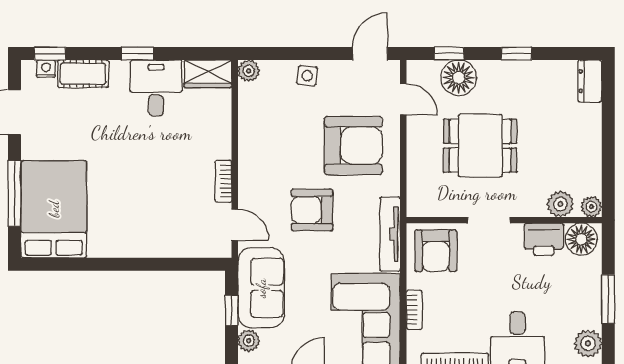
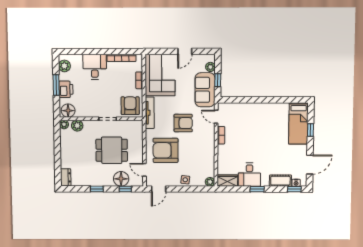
window: (15, 194) -> (310, 130), width x0.46
bed: (54, 209) -> (298, 123), width x0.67
printer: (544, 239) -> (66, 89), moved, turned 90

